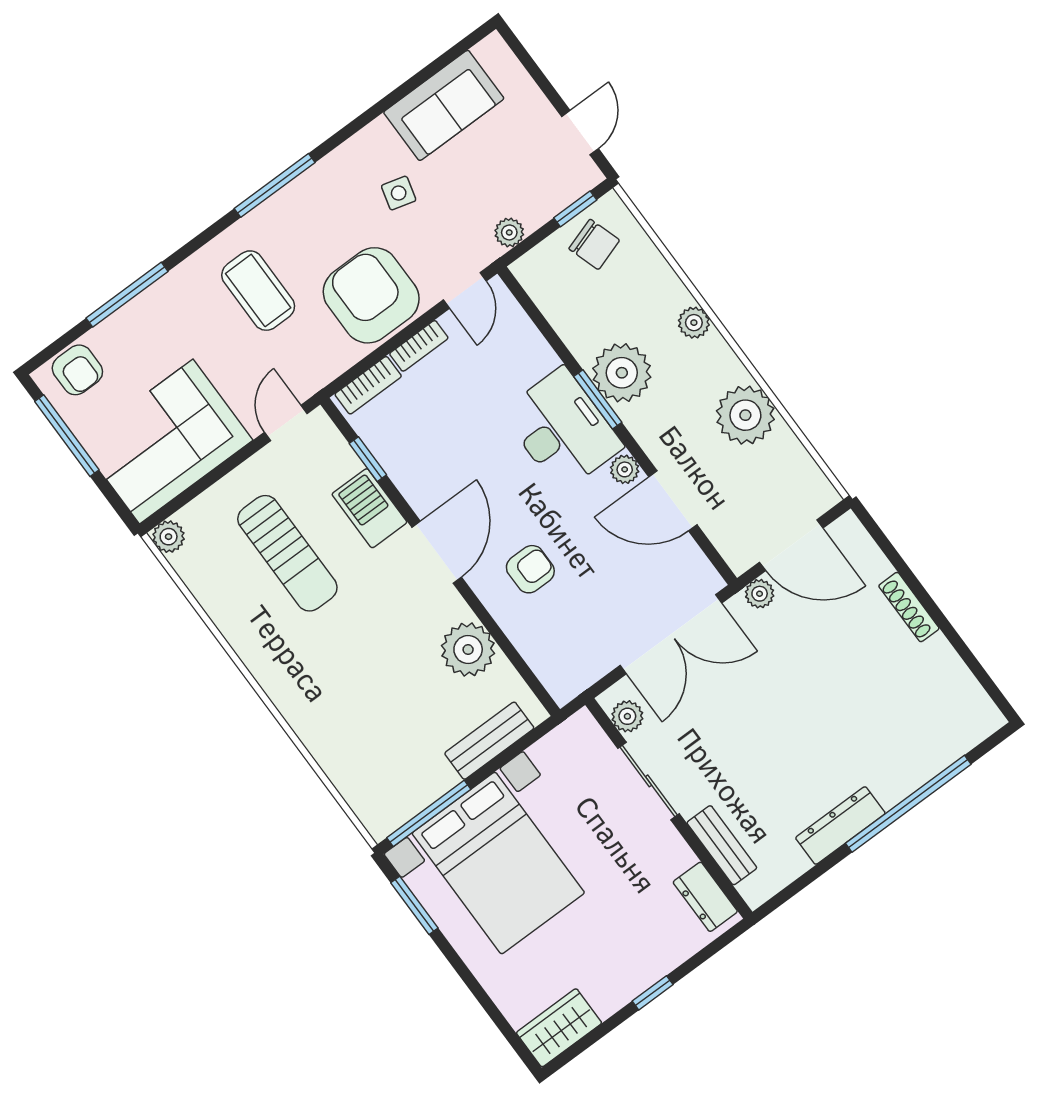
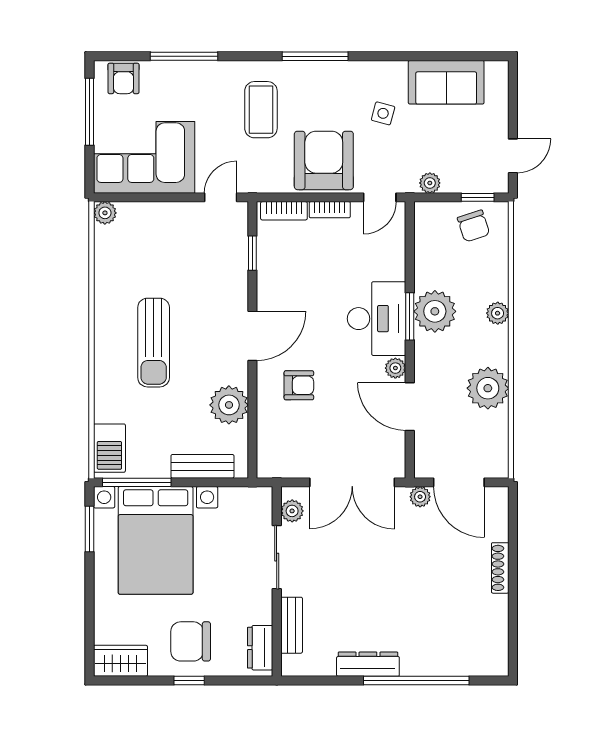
barbecue: (369, 508) -> (109, 448), moved, turned 180
sun lounger: (287, 553) -> (154, 343), moved
chair: (622, 948) -> (191, 641), added

